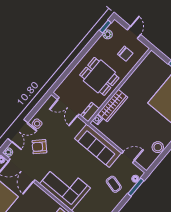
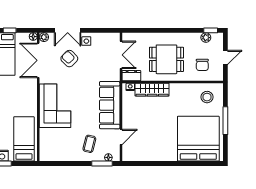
dining table: (99, 76) -> (166, 59), turned 90
double door: (68, 107) -> (121, 55), swing flipped
stool: (158, 147) -> (207, 97), moved
door: (128, 157) -> (121, 137), hinge flipped

